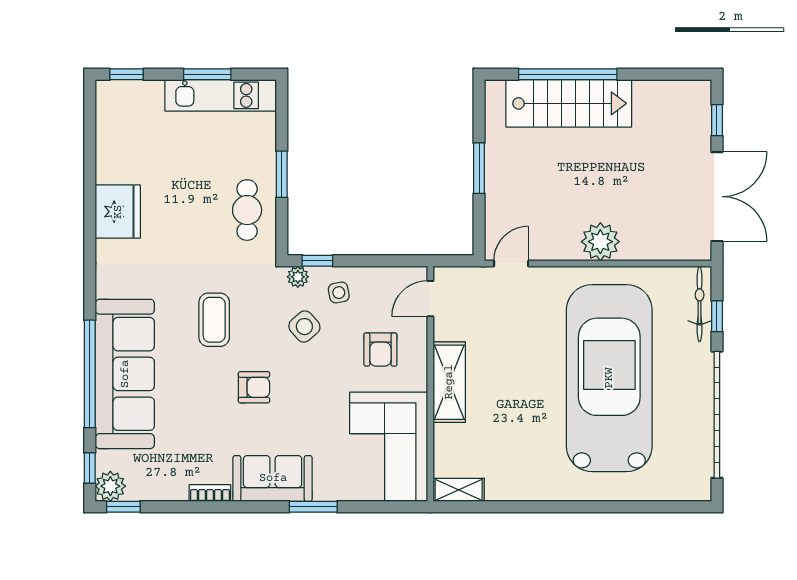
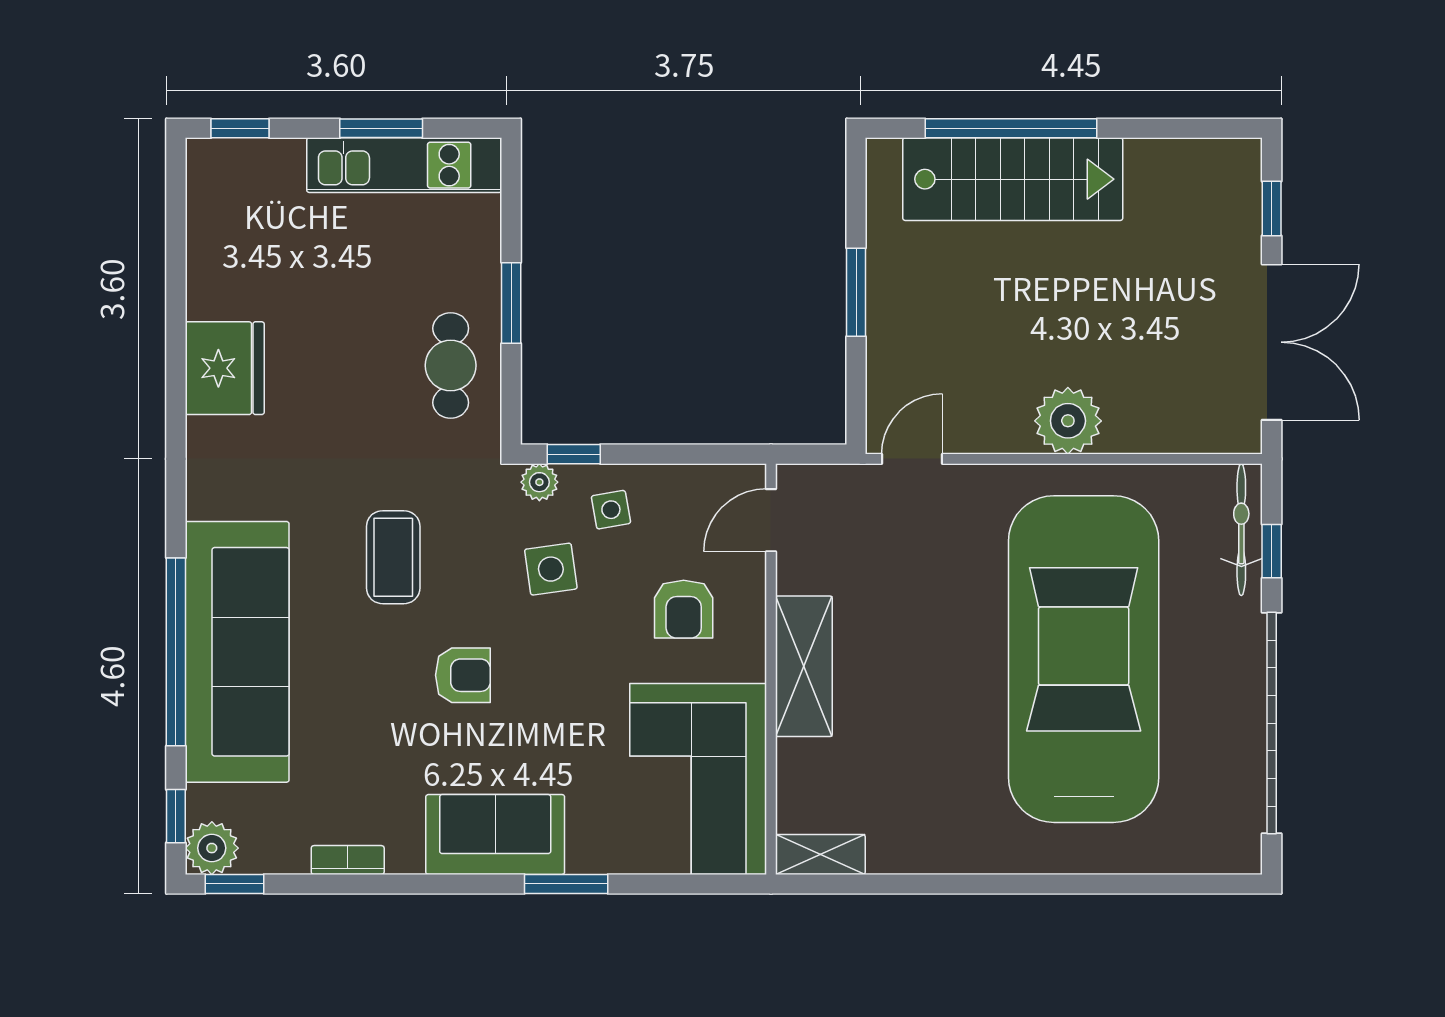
side table: (304, 327) -> (551, 569), turned 33
bookcase: (210, 493) -> (348, 860), moved

